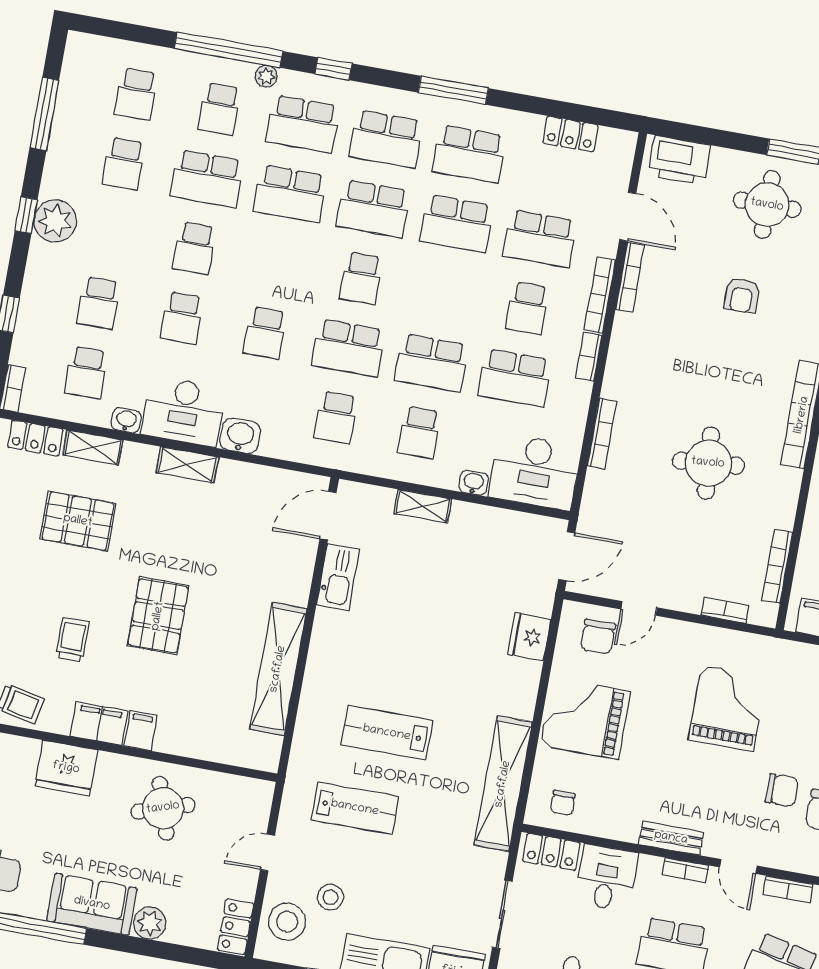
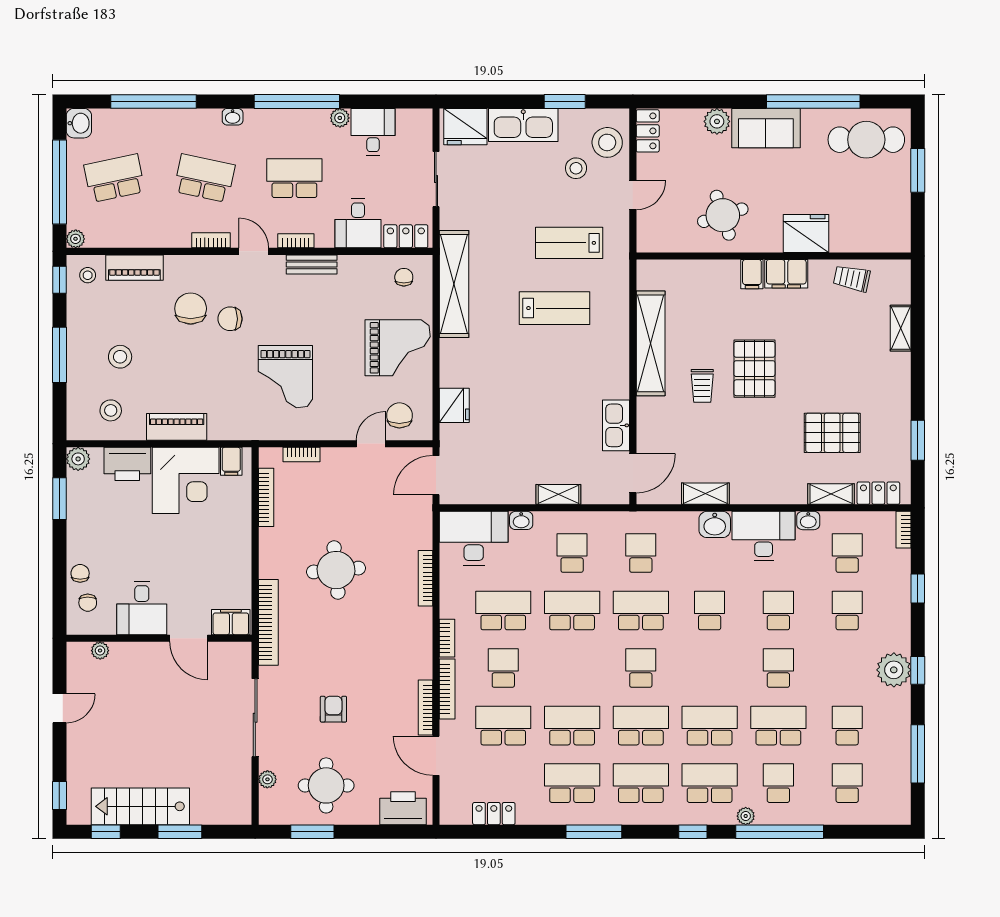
shelving: (187, 465) -> (705, 494), moved
trolley: (72, 639) -> (702, 386), moved

